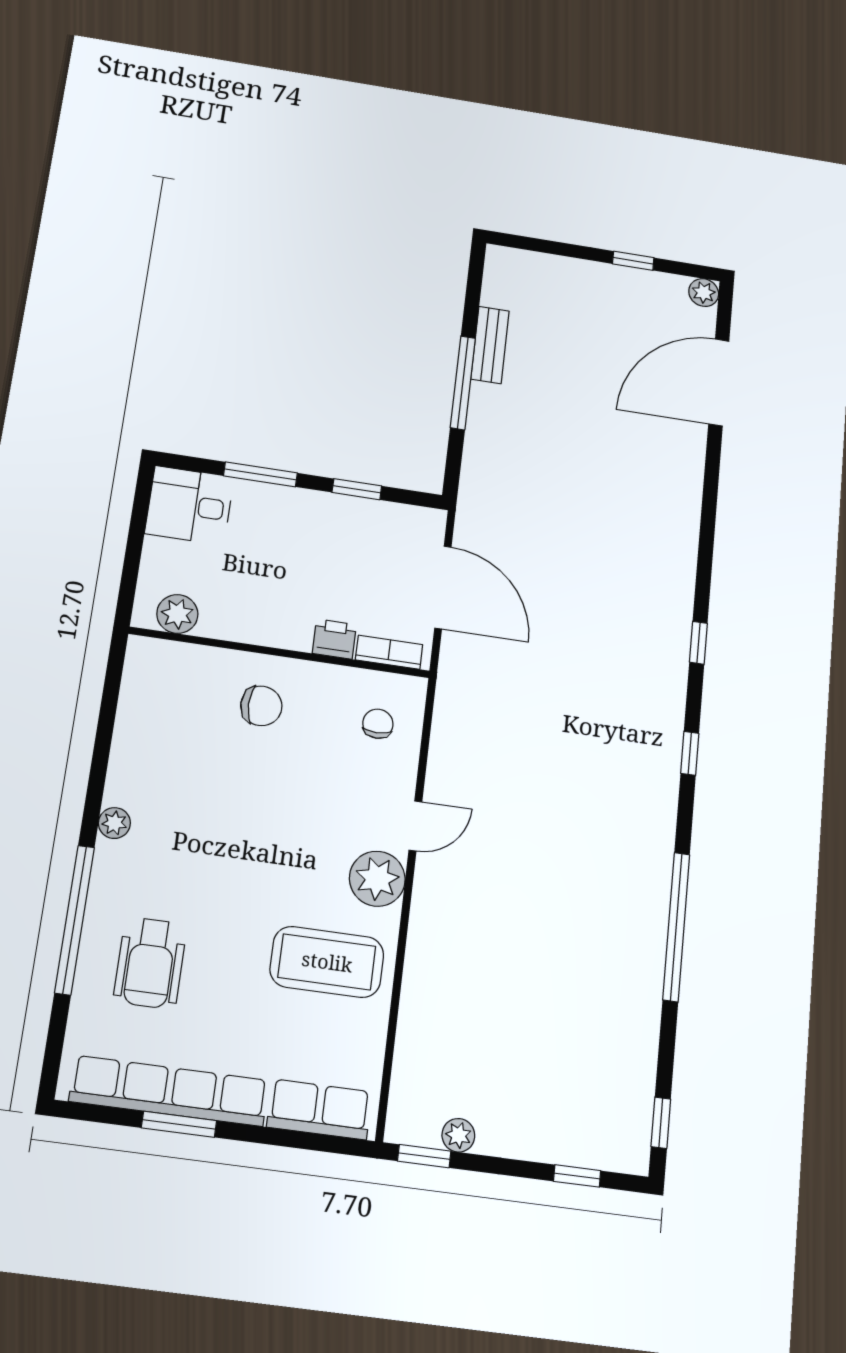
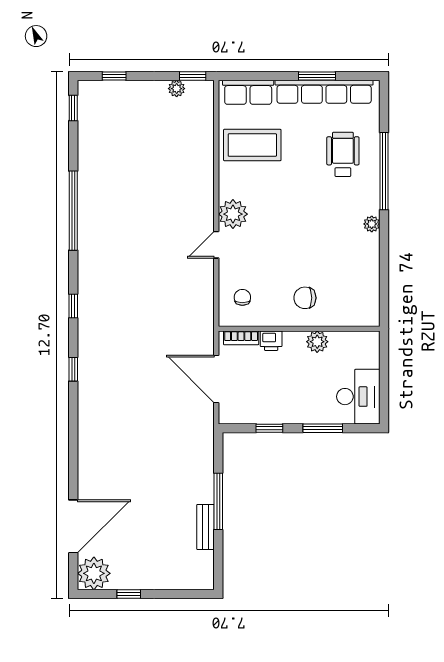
plant: (704, 293) -> (94, 573), width x1.87, depth x1.87
desk: (189, 505) -> (358, 397), width x1.37
plant: (177, 614) -> (317, 342), moved
chair: (378, 724) -> (242, 297), turned 180
coffee table: (327, 962) -> (252, 145), moved

